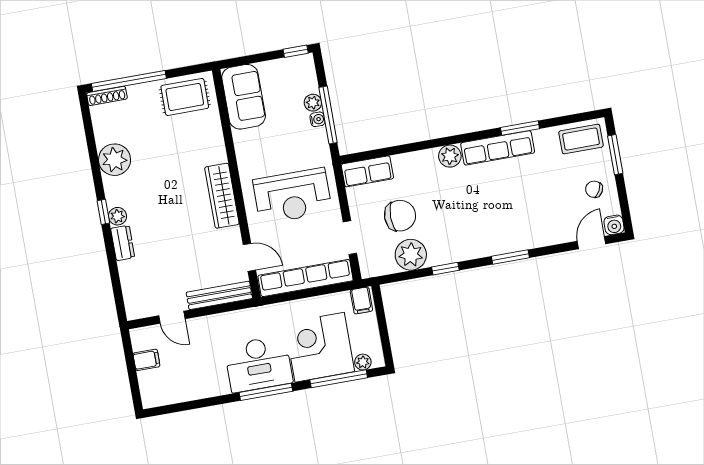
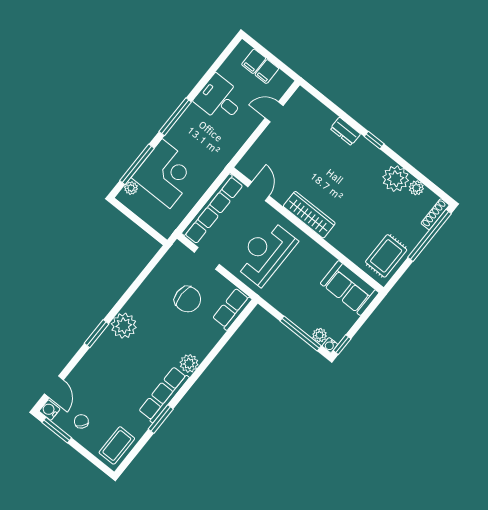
plant: (313, 103) -> (320, 335), moved
window: (328, 115) -> (301, 333), moved
water cooler: (317, 119) -> (330, 345), moved
window: (615, 155) -> (57, 430), moved
chair: (594, 189) -> (81, 421), turned -79
plant: (118, 216) -> (416, 188), moved
chair: (400, 216) -> (188, 299), turned -90
plant: (411, 255) -> (124, 326), moved
door: (249, 257) -> (259, 191), swing flipped
window: (445, 269) -> (131, 291), removed
bench: (219, 295) -> (257, 151), removed
filing cabinet: (361, 300) -> (254, 61), moved, turned -90
desk: (258, 364) -> (220, 99), moved, width x0.73

